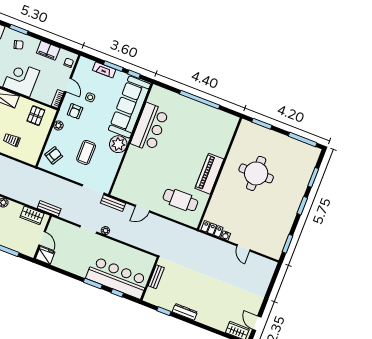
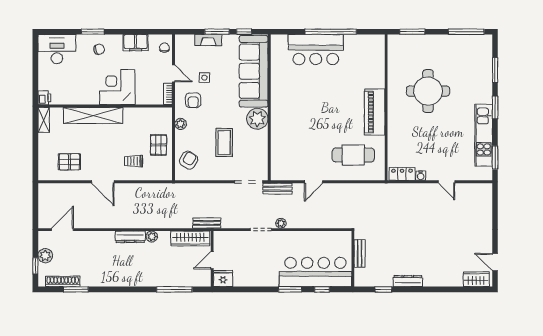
pallet: (36, 116) -> (158, 145), moved
bar counter: (150, 127) -> (316, 50), moved, turned 90
wardrobe: (32, 215) -> (190, 238), width x1.50
kitchen unit: (285, 223) -> (484, 135), added
door: (42, 238) -> (212, 260), swing flipped

